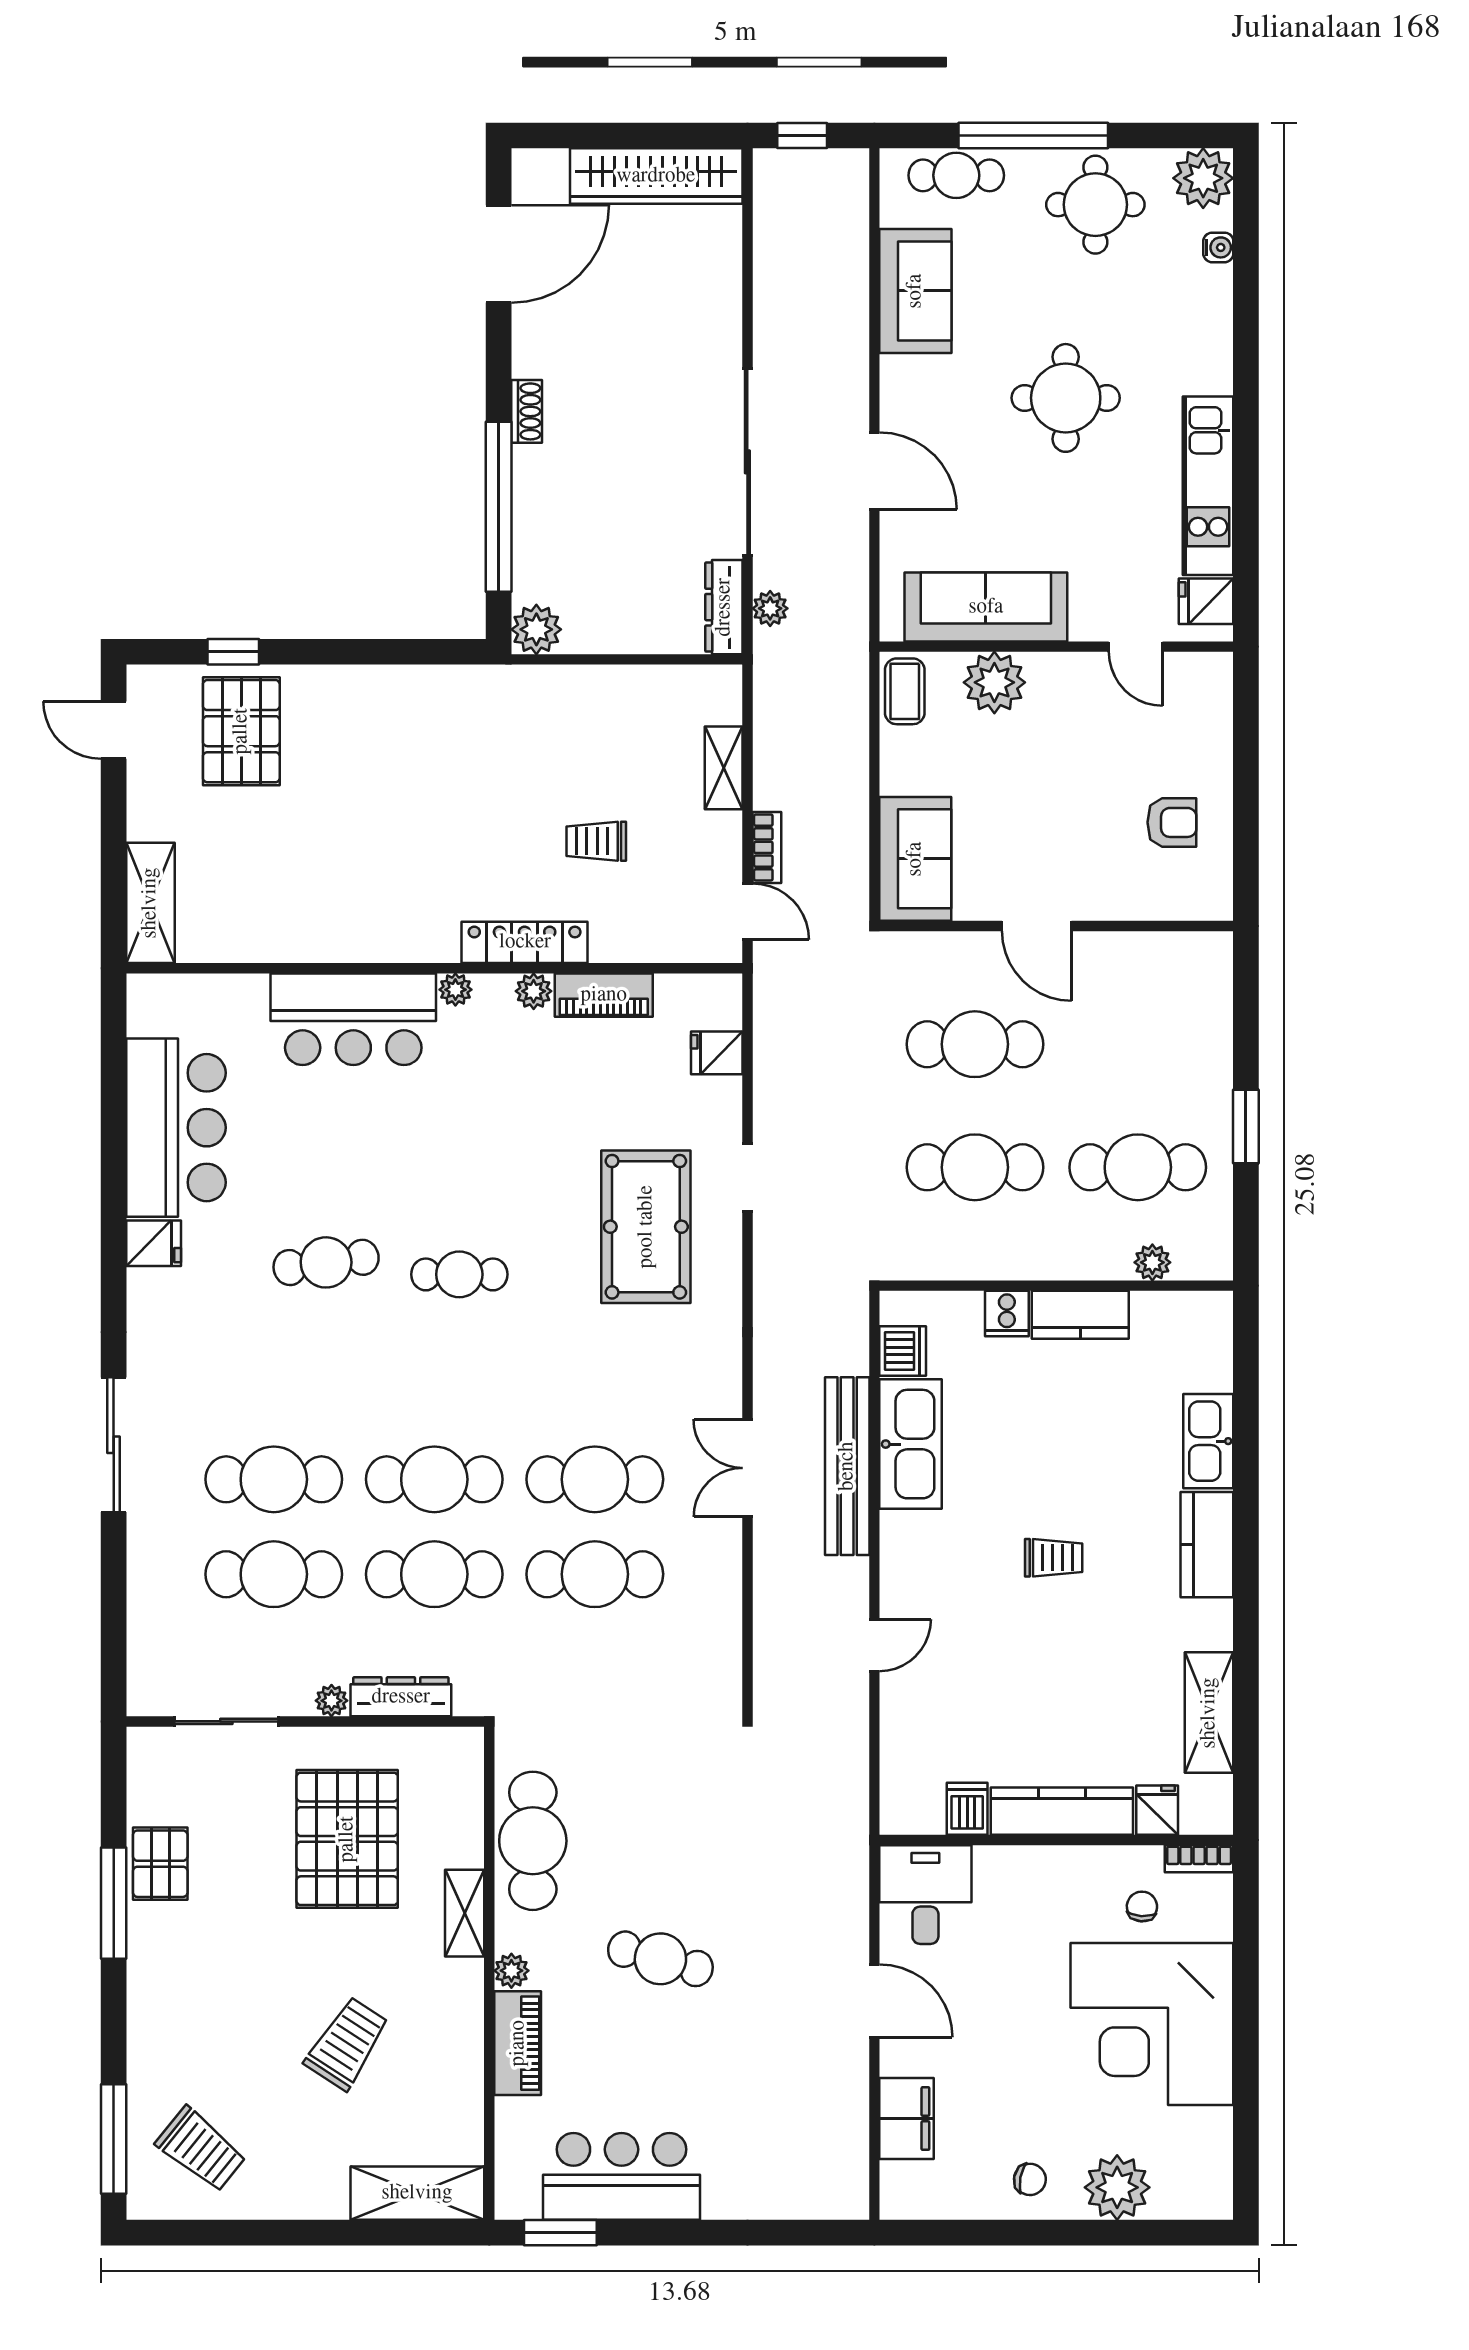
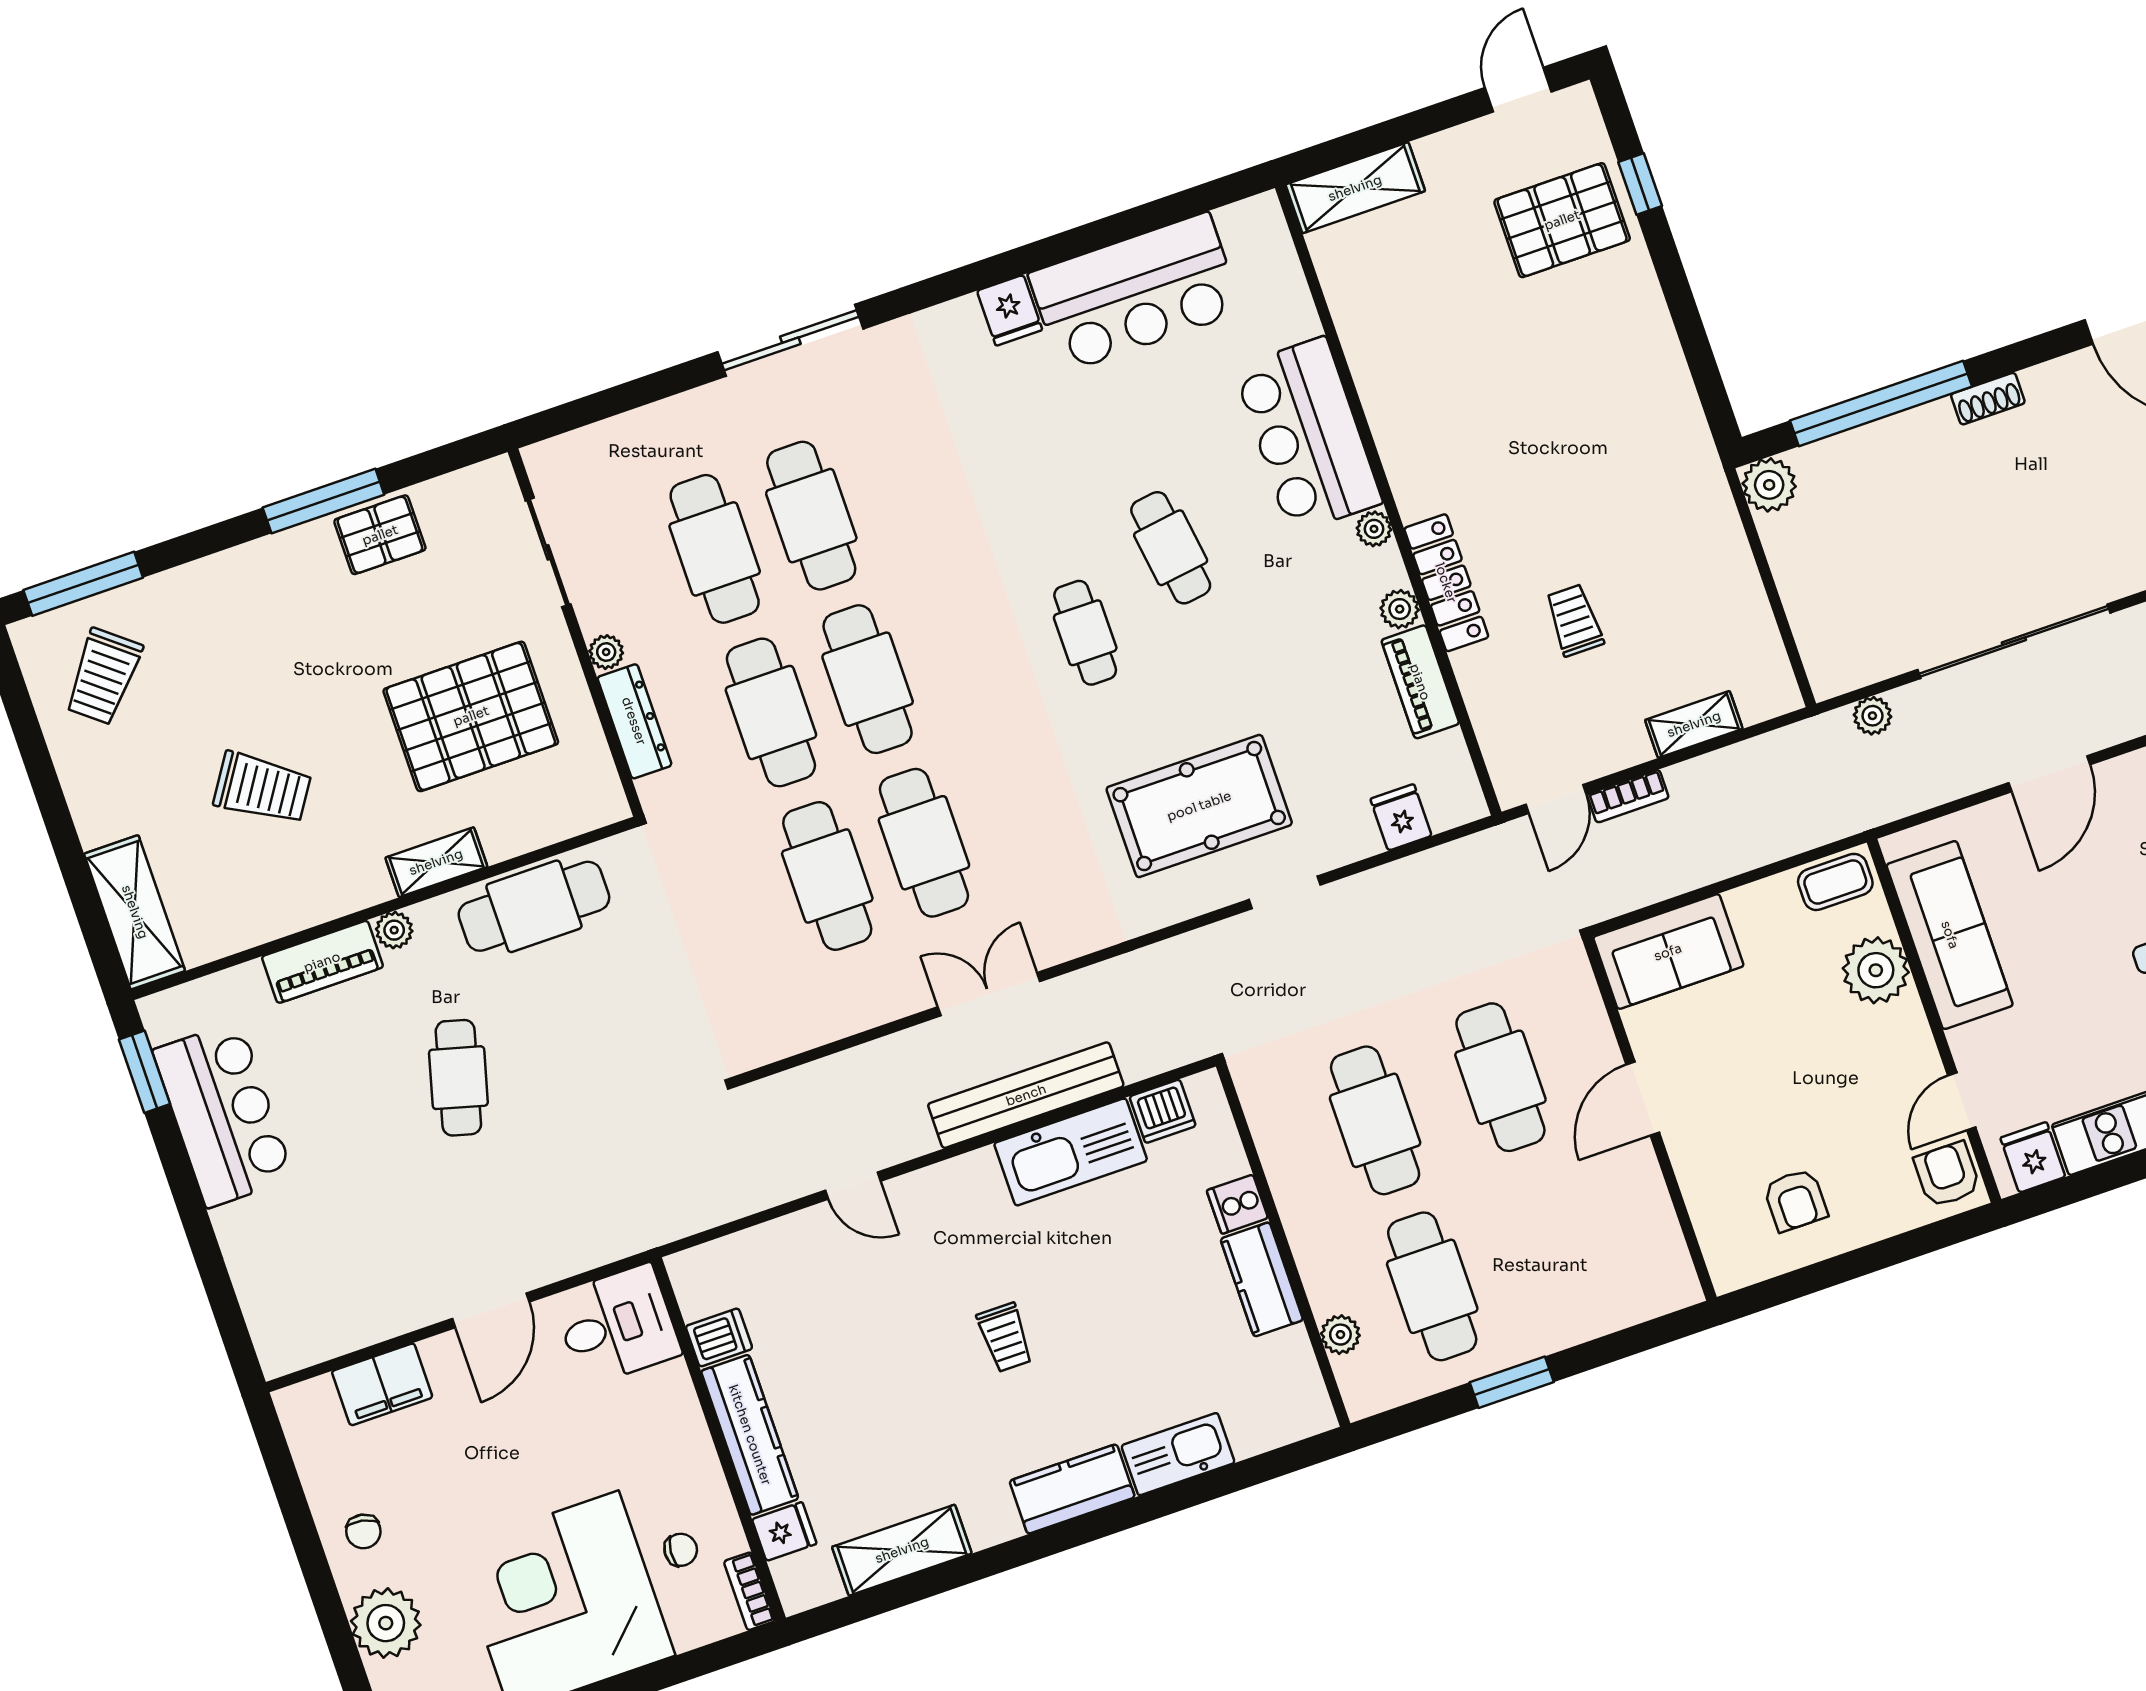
dresser: (724, 607) -> (1858, 668), removed
armchair: (1195, 682) -> (1947, 1174), added
cafe table: (326, 1262) -> (1171, 548), moved

